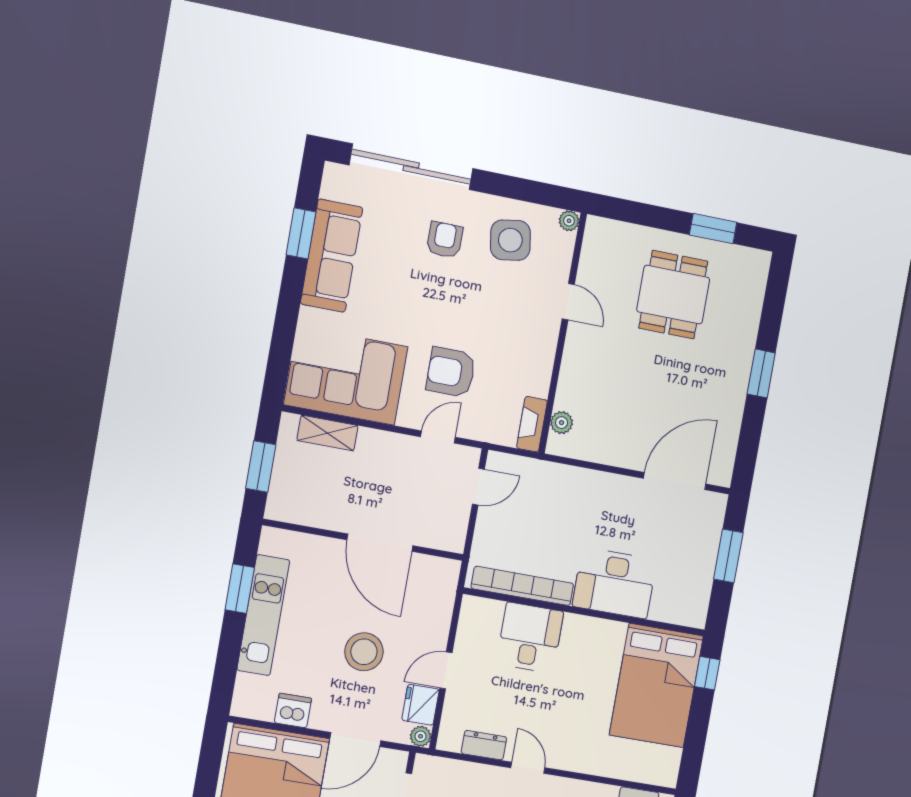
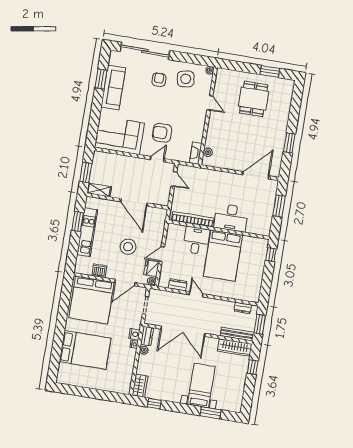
window: (761, 373) -> (289, 143), moved
shelving: (328, 433) -> (99, 190), moved
door: (478, 487) -> (174, 179), hinge flipped
bed: (656, 685) -> (223, 256), moved

